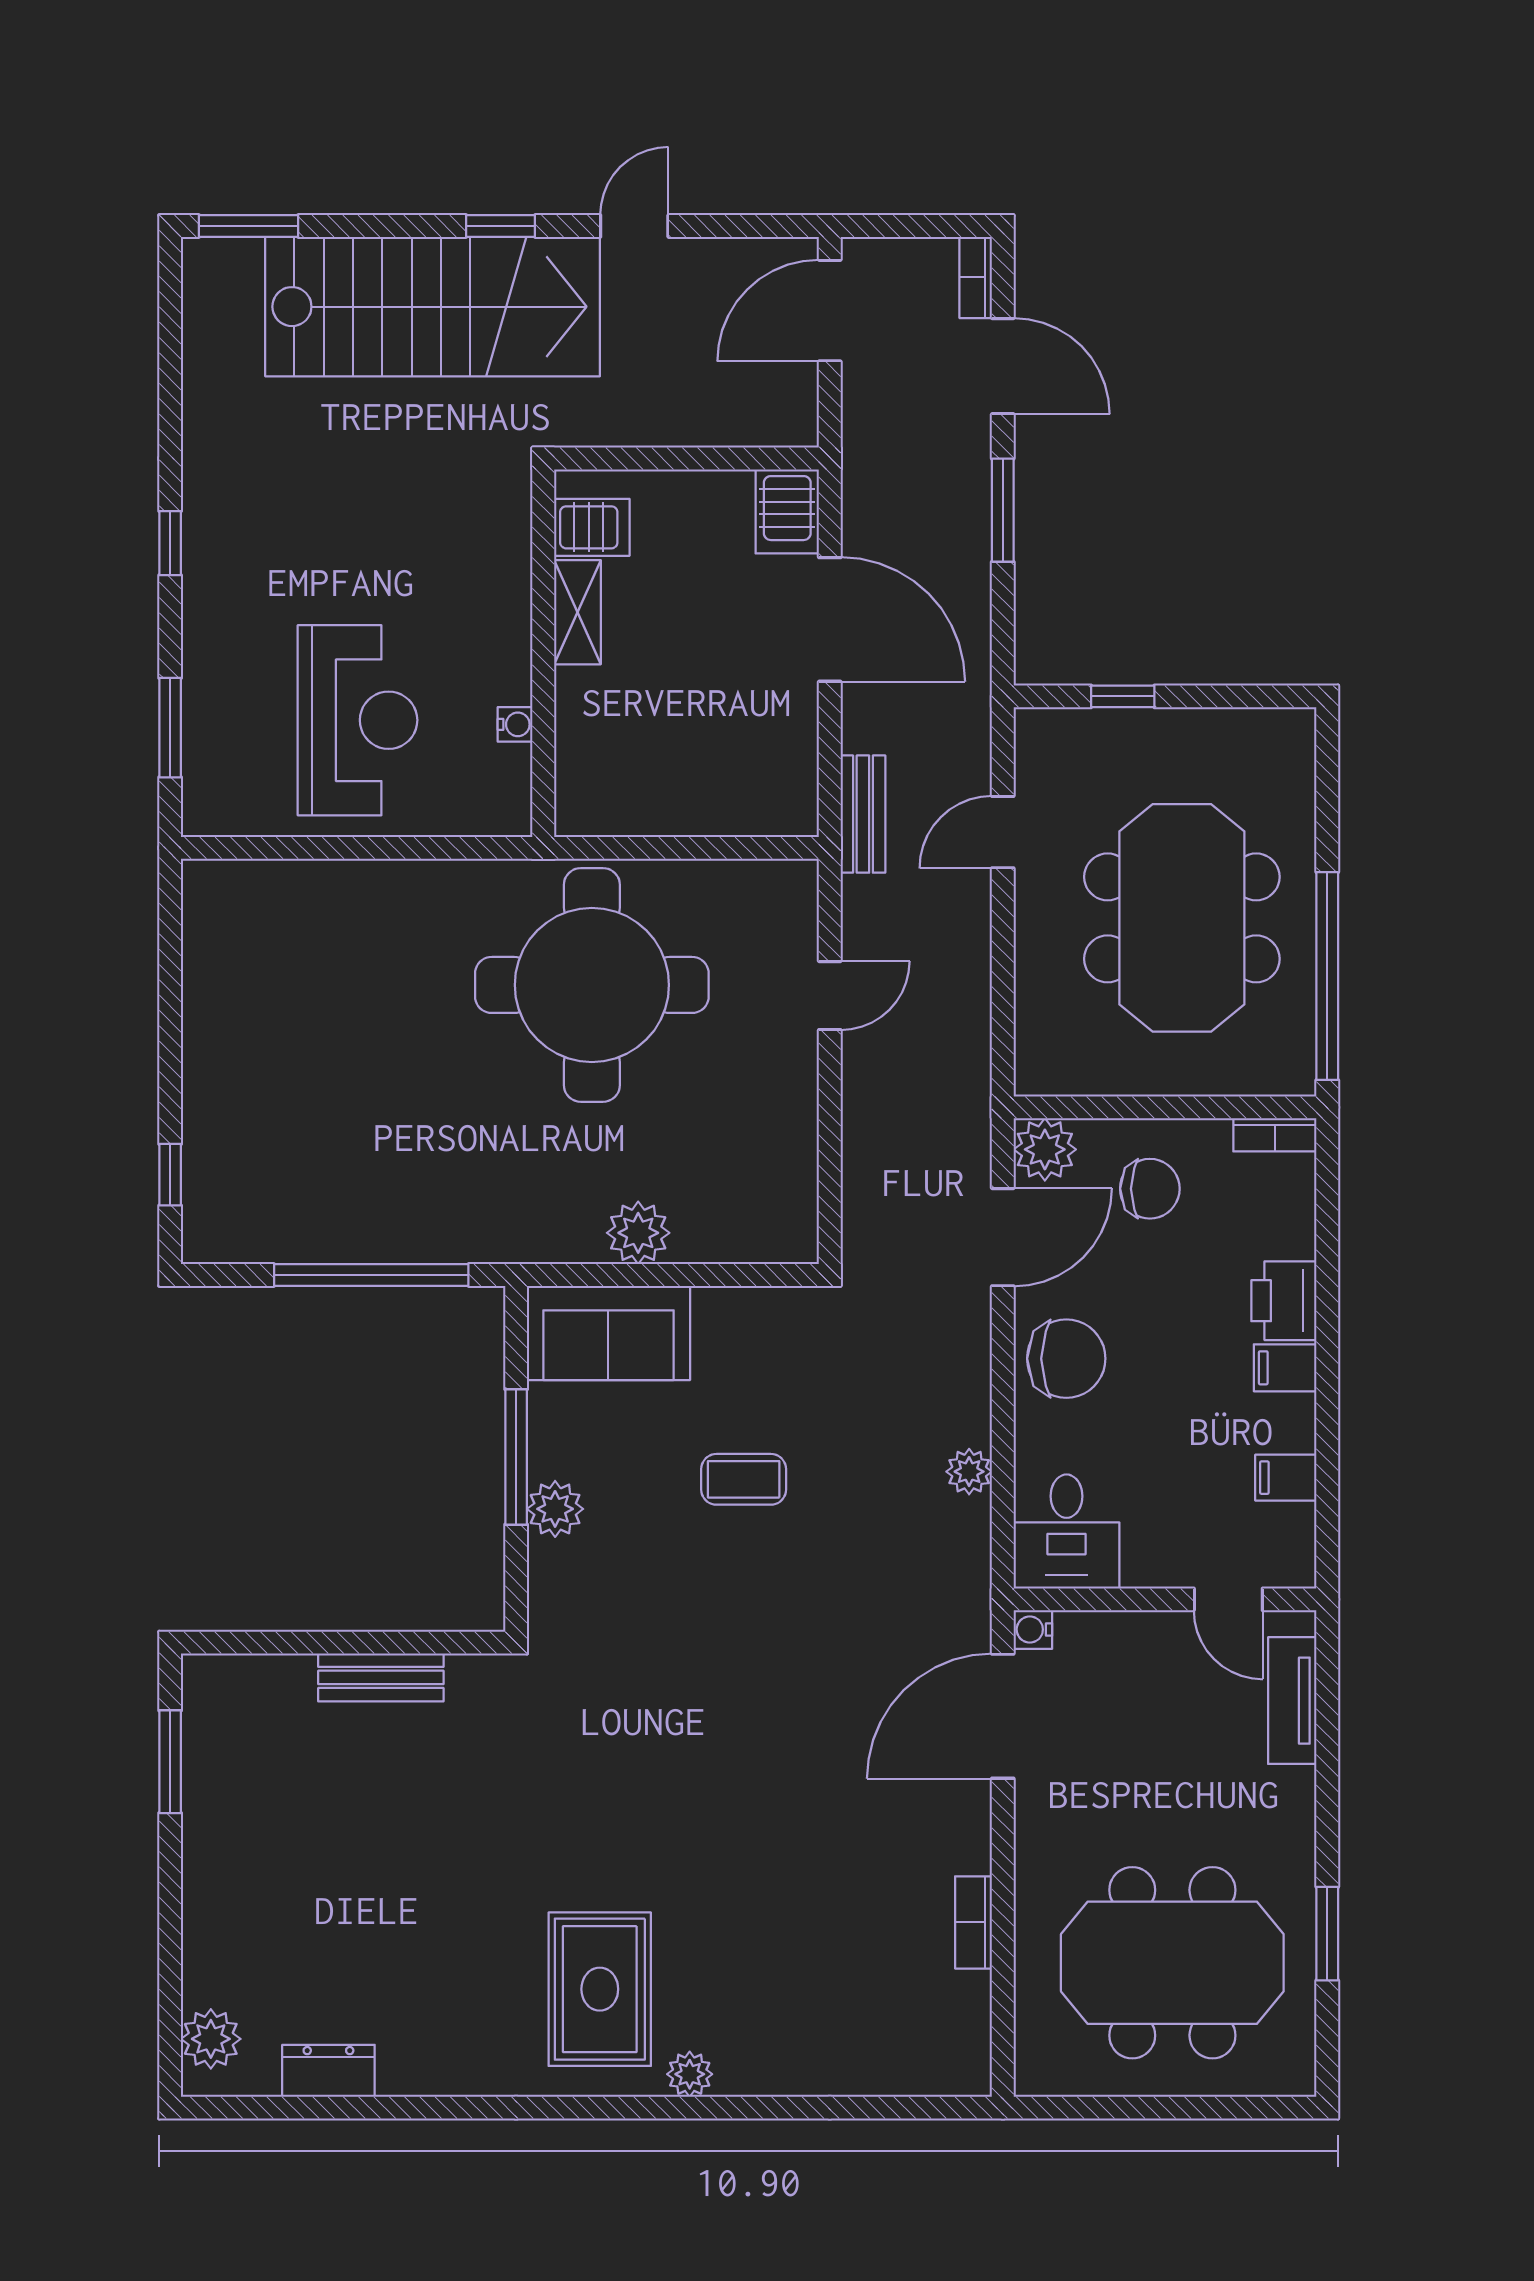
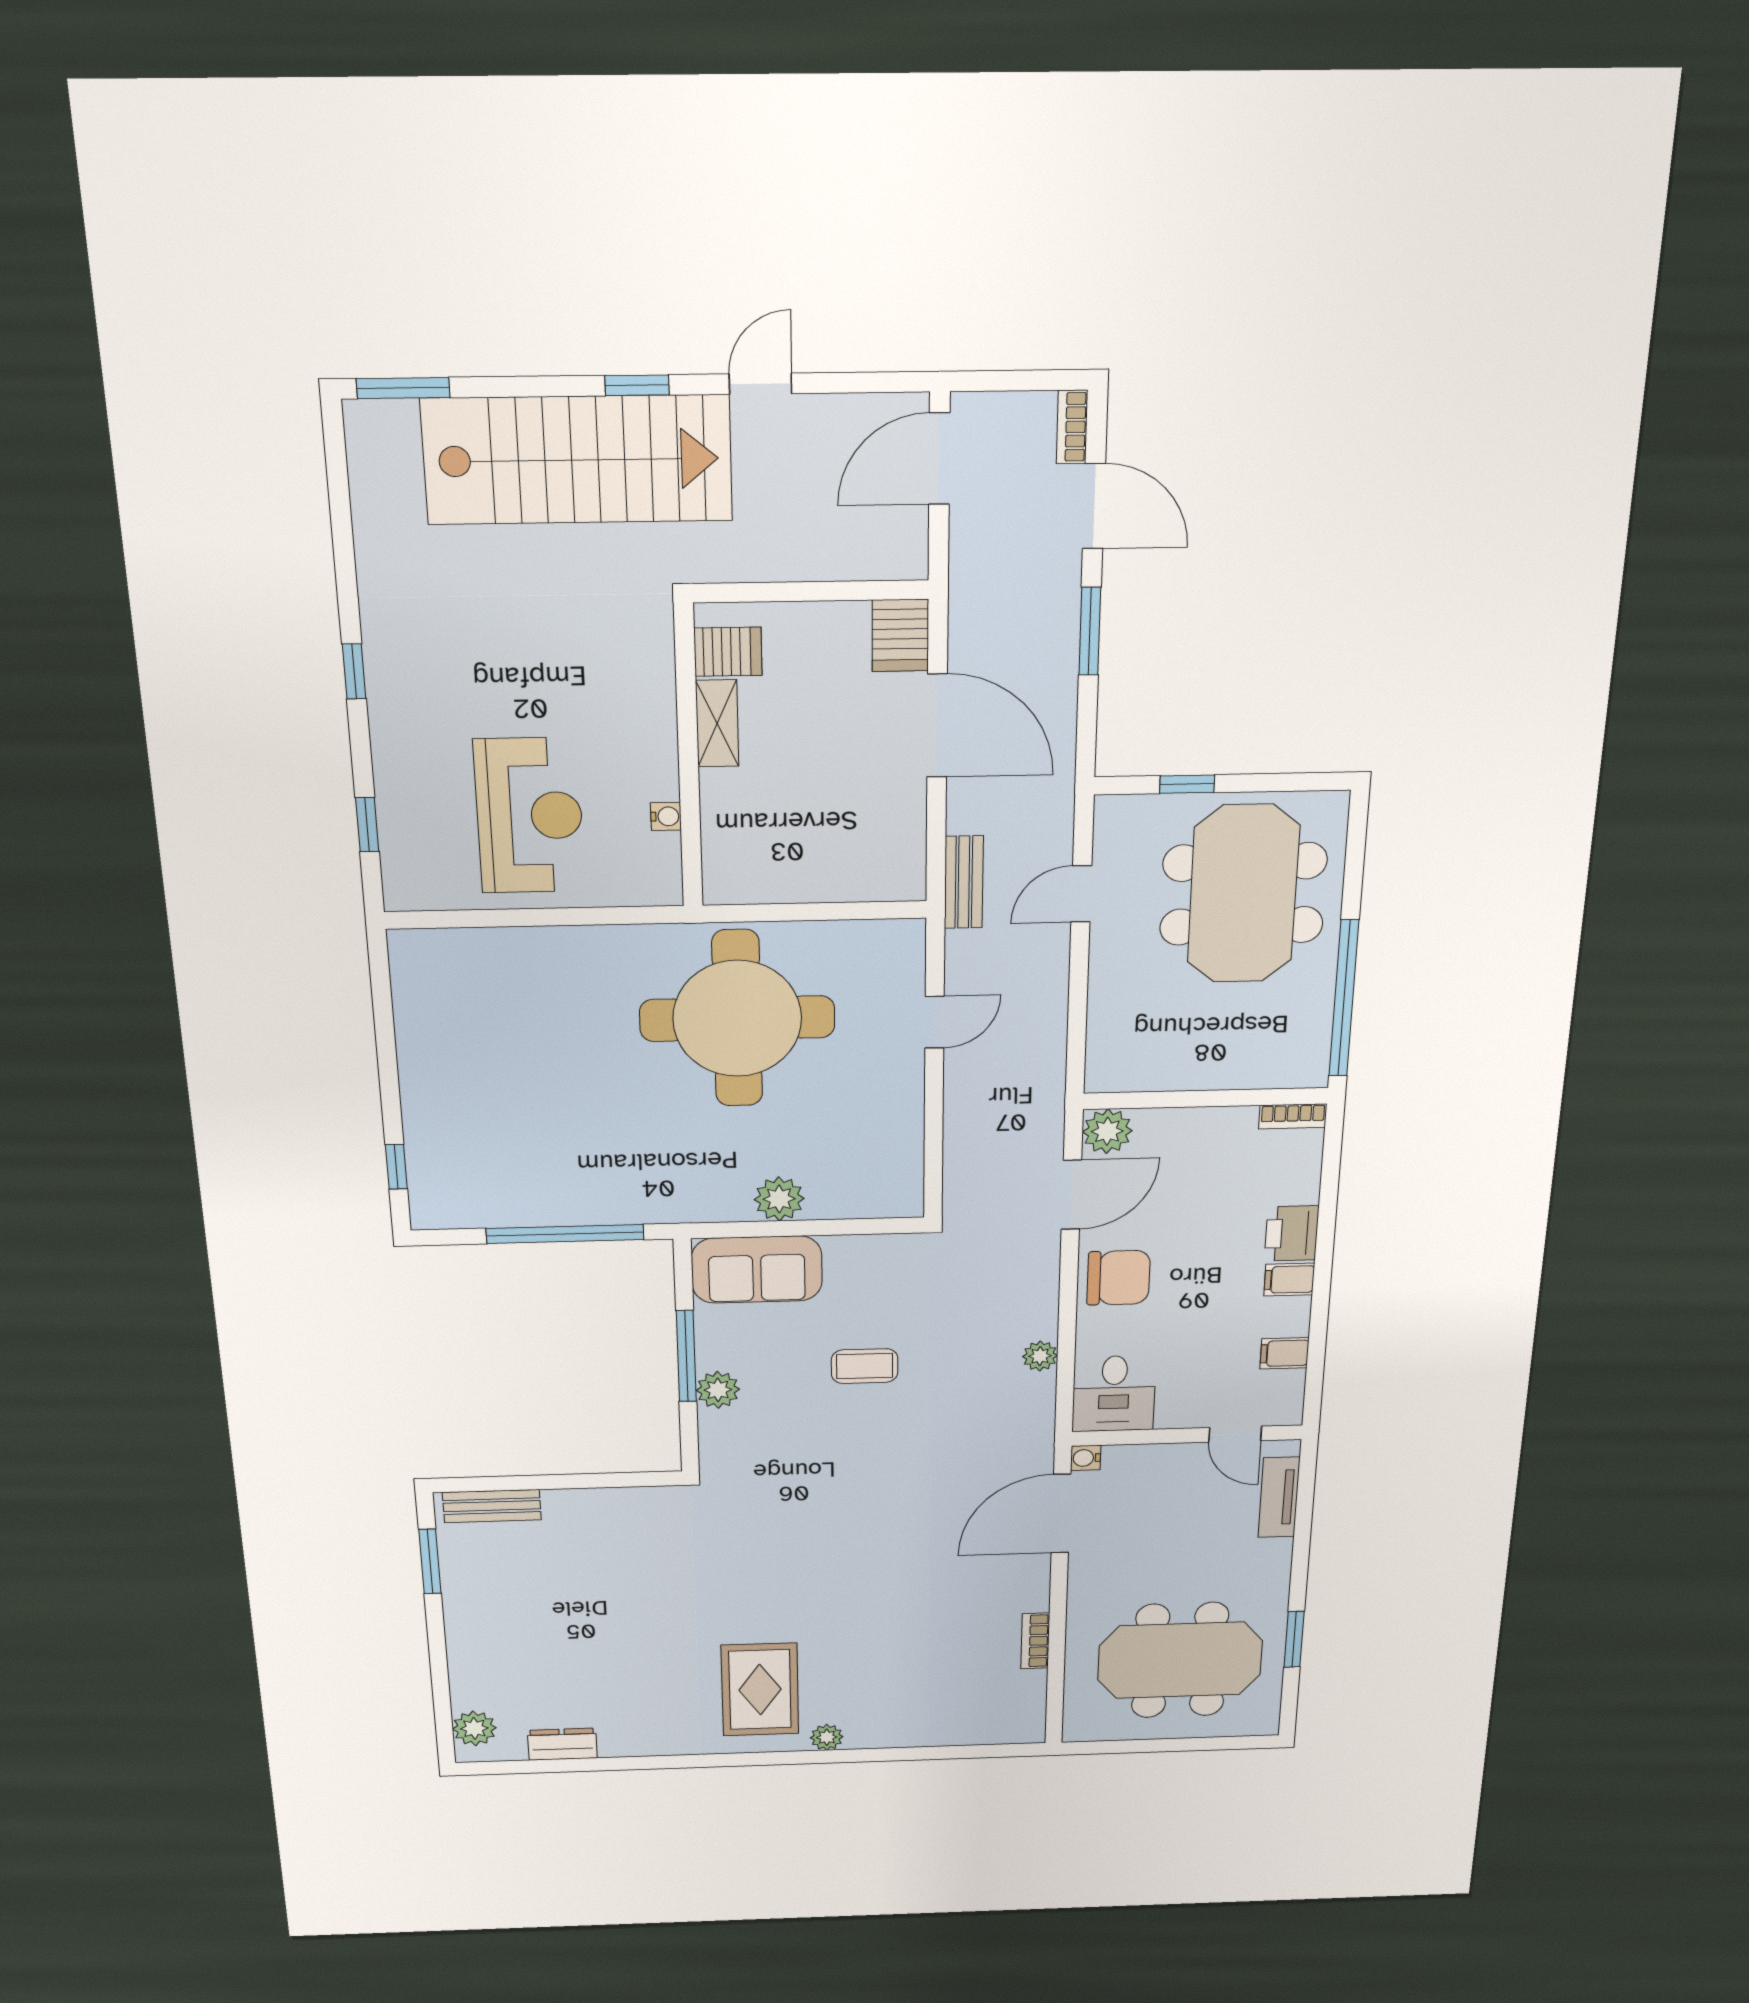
window: (170, 728) -> (367, 825), width x0.67
meeting table: (1182, 918) -> (1243, 894), moved
chair: (1150, 1189) -> (1190, 1157), removed
bench: (381, 1677) -> (492, 1506), moved

